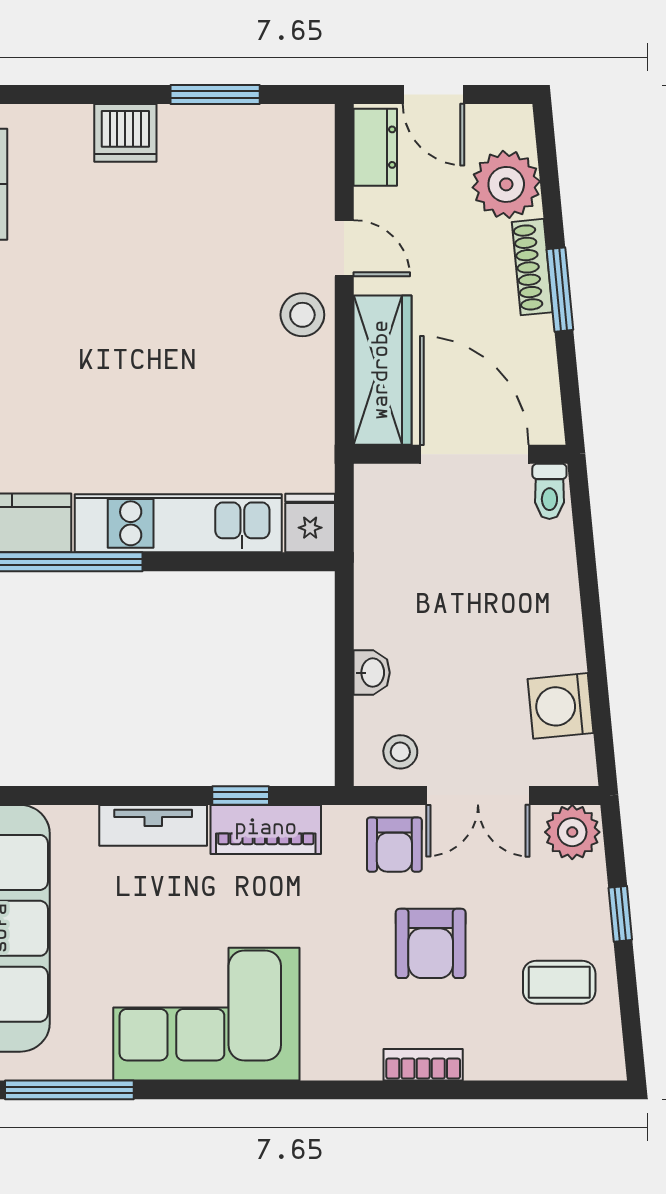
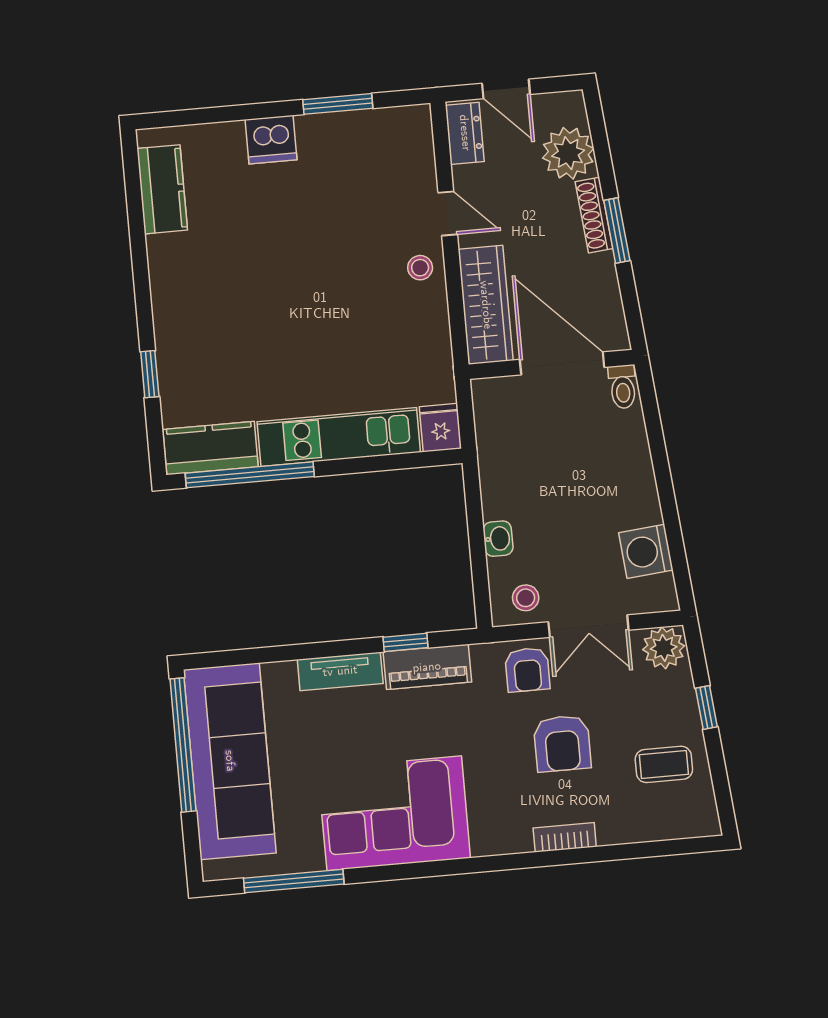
stool: (302, 315) -> (420, 268), width x0.73, depth x0.73

